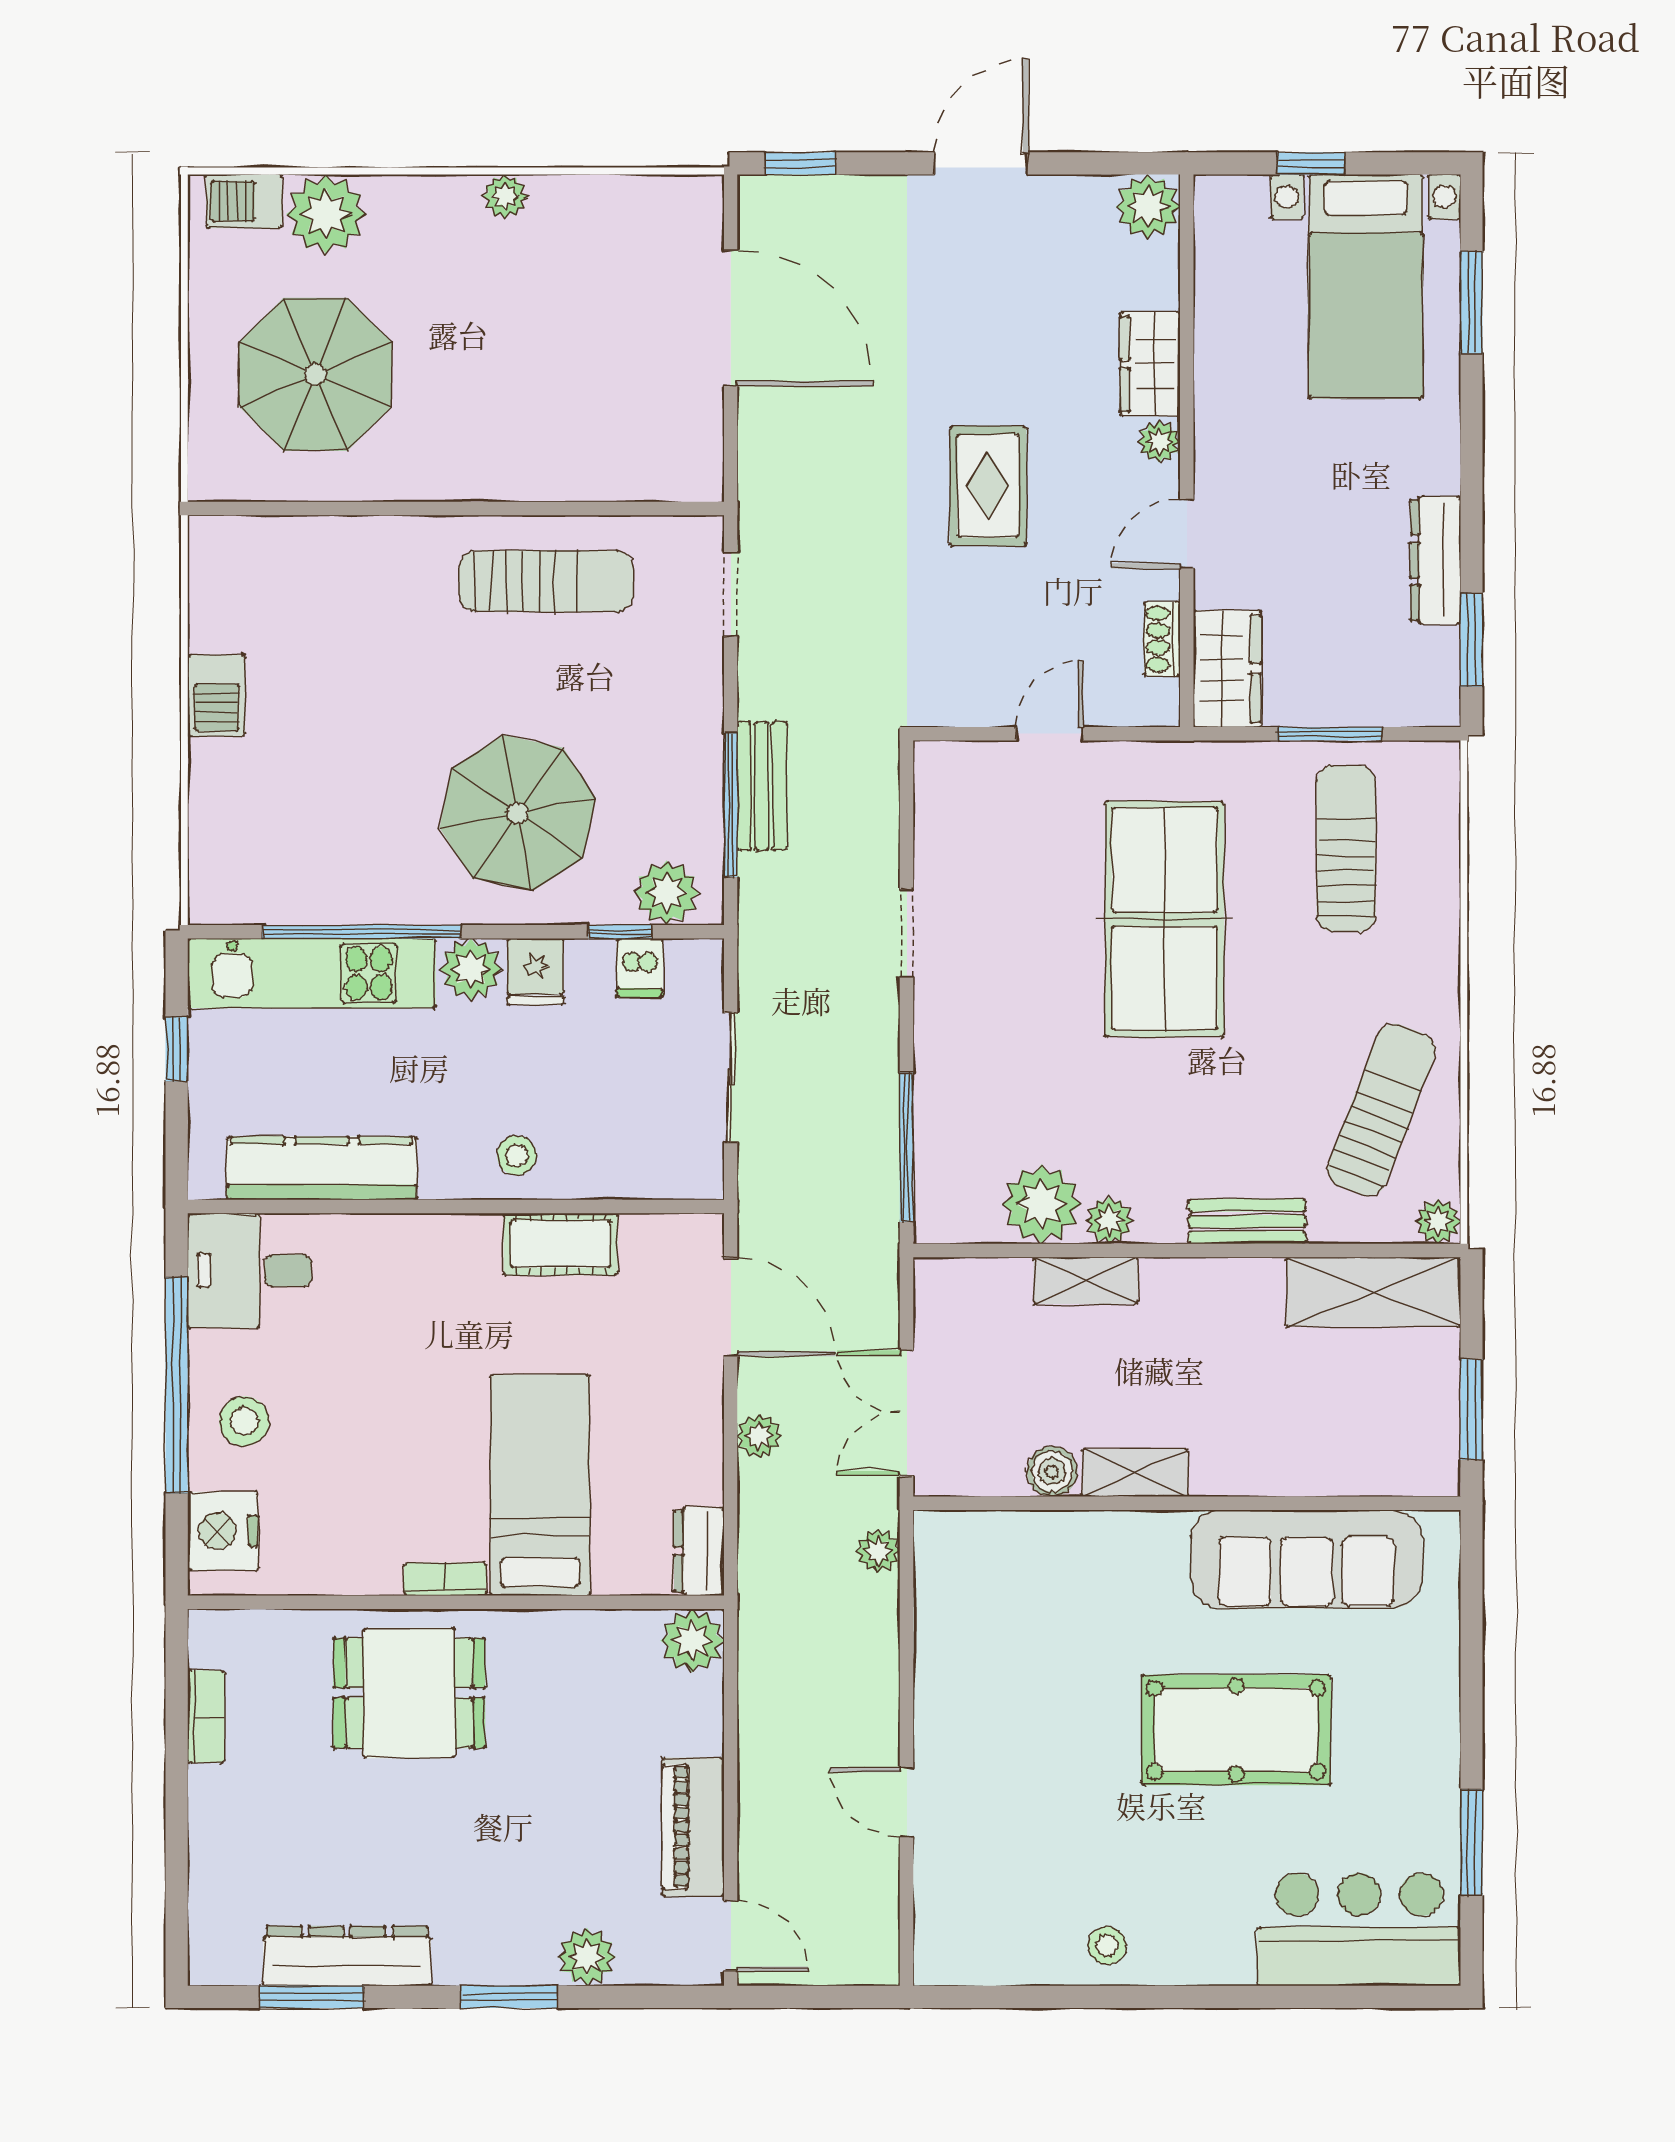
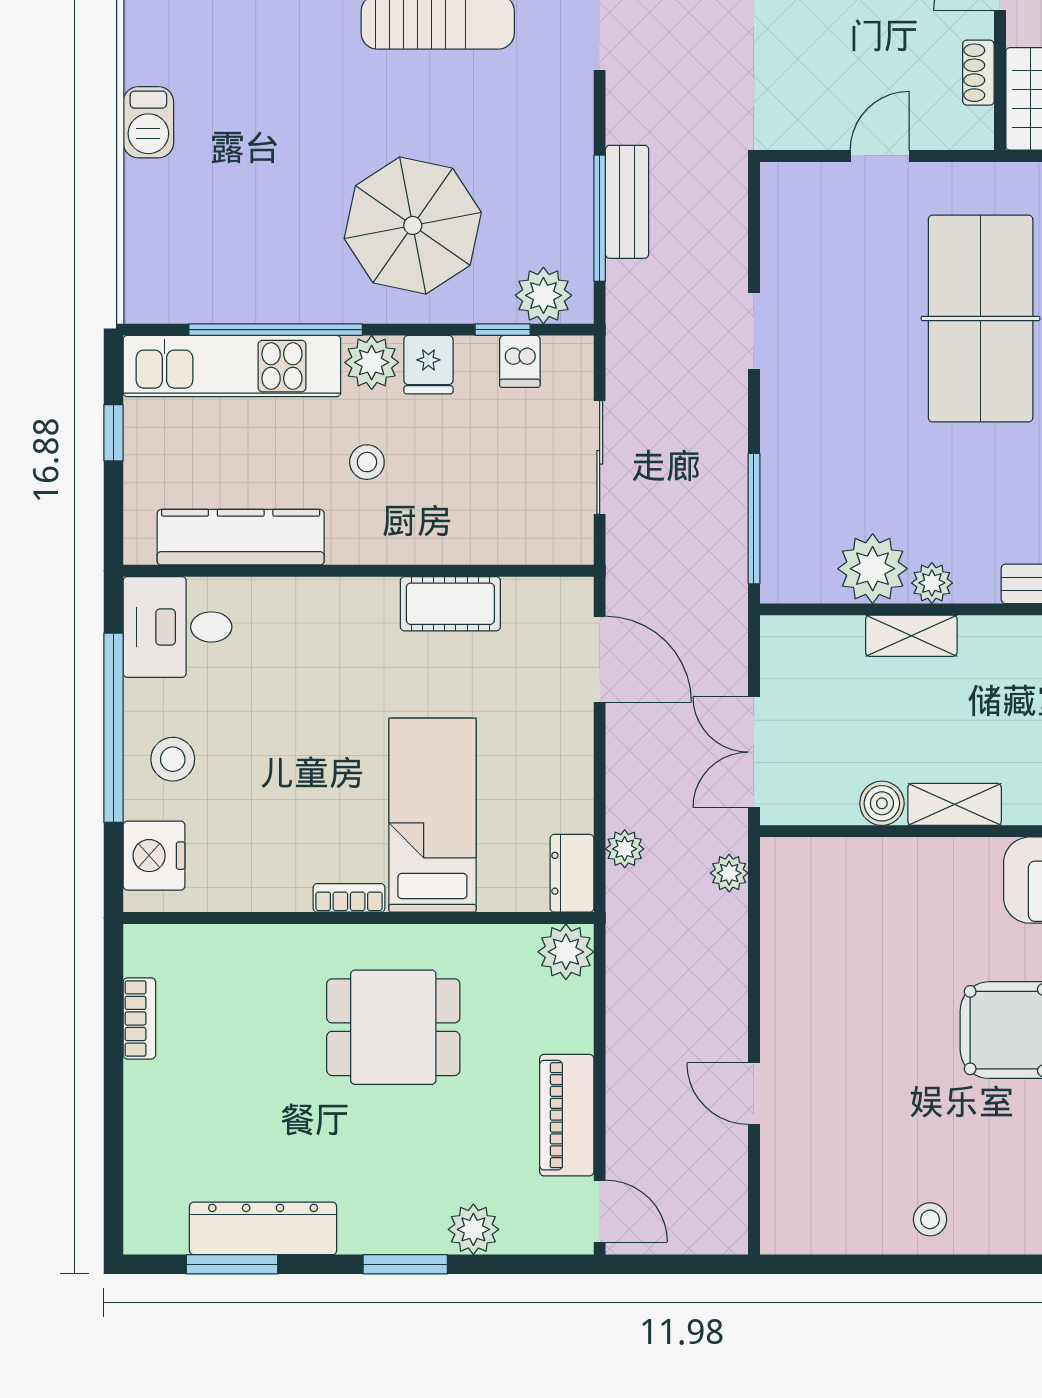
stool: (517, 1155) -> (367, 462), moved
plant: (759, 1436) -> (625, 849), moved
dining table: (409, 1693) -> (393, 1027), moved

